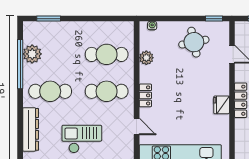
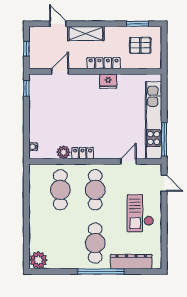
window: (49, 19) -> (26, 245), removed
round table: (194, 42) -> (49, 107), removed
plant: (32, 54) -> (38, 260), moved
window: (20, 64) -> (101, 271), moved
locker: (145, 95) -> (83, 153), moved

